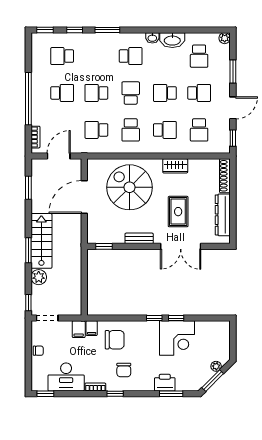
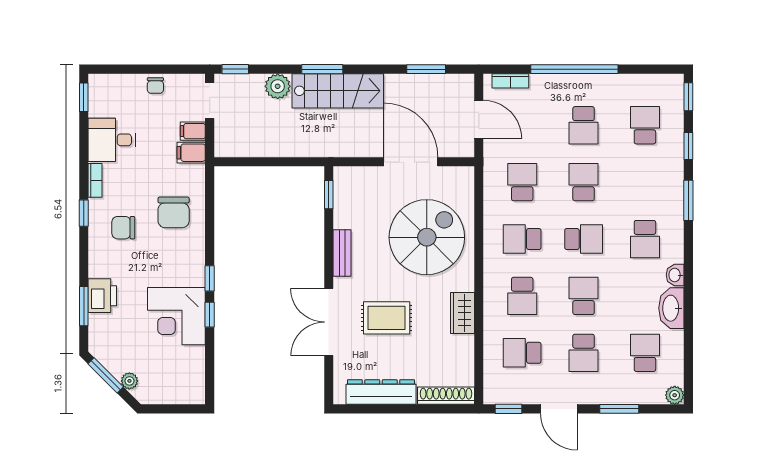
school desk: (199, 56) -> (645, 353), turned 90
filing cabinet: (92, 328) -> (193, 131), moved
desk: (66, 377) -> (112, 140), width x0.73

